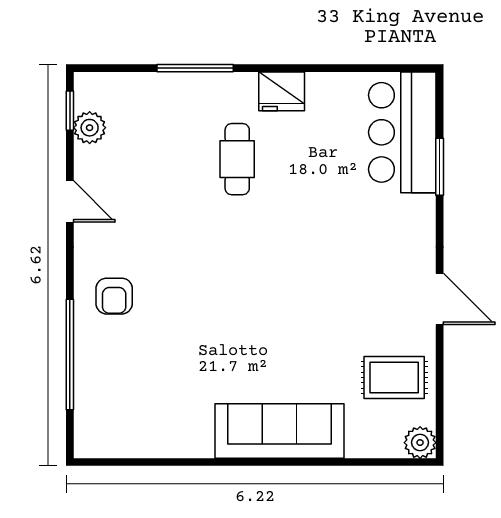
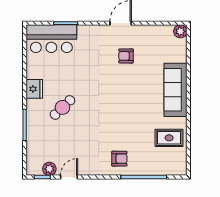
cafe table: (237, 159) -> (62, 107), turned -44
door: (70, 201) -> (69, 177), moved
armchair: (361, 312) -> (126, 56), added
rug: (394, 377) -> (169, 138), moved, turned 90

